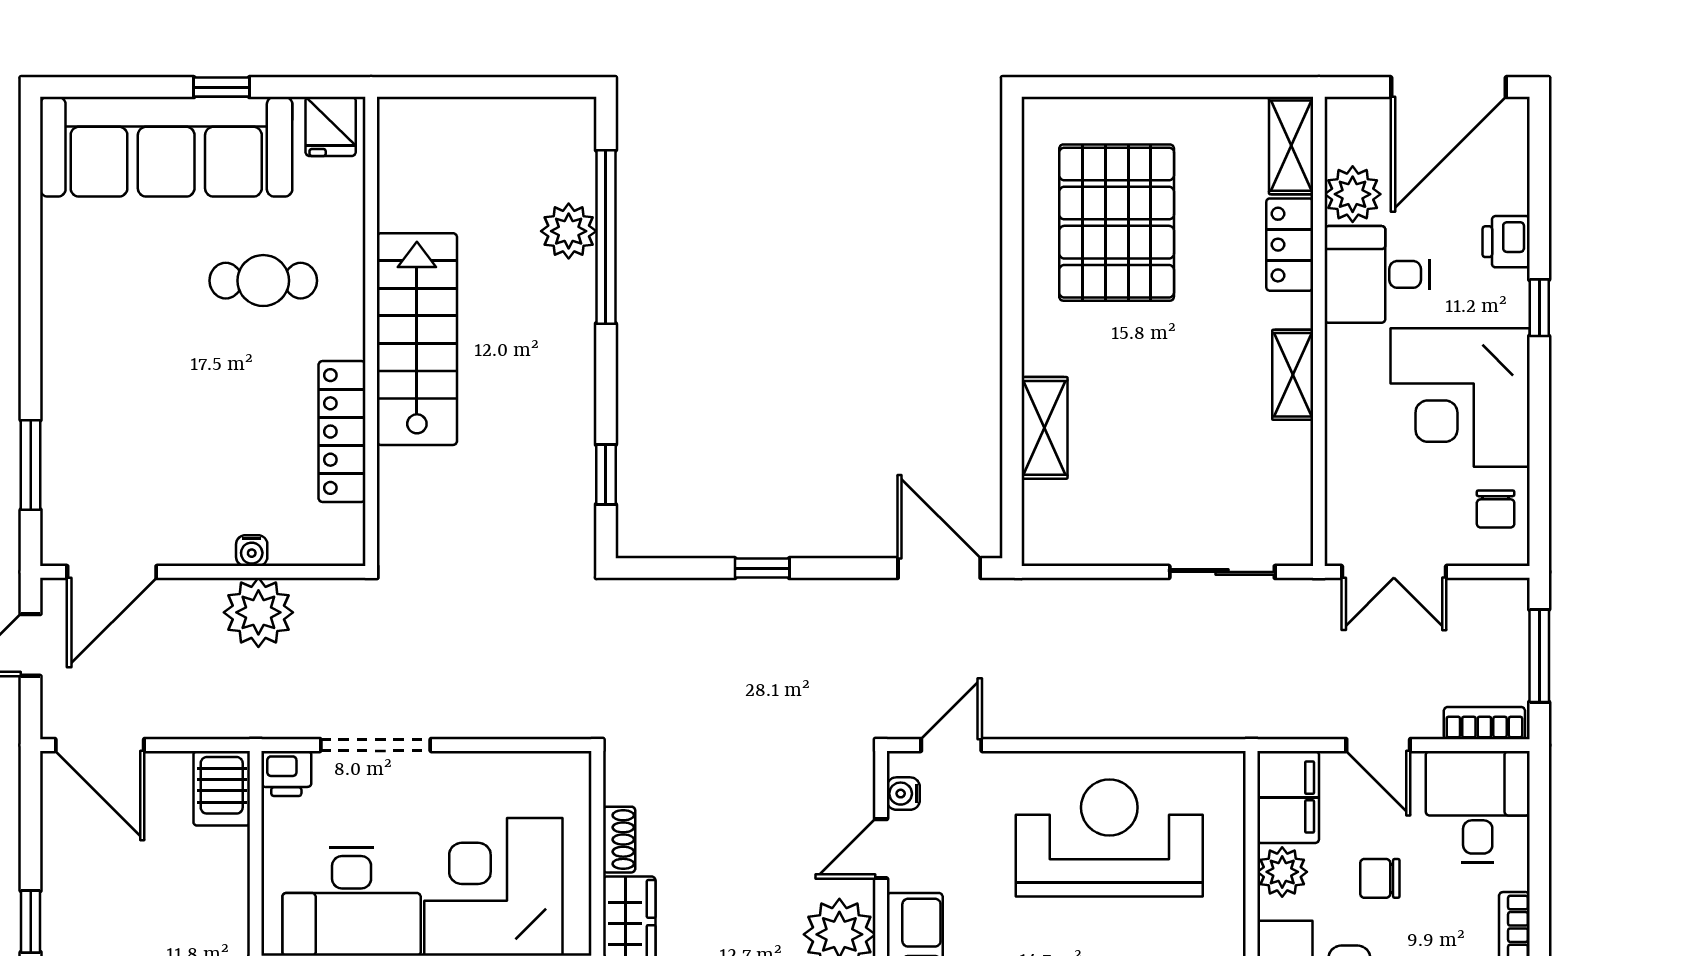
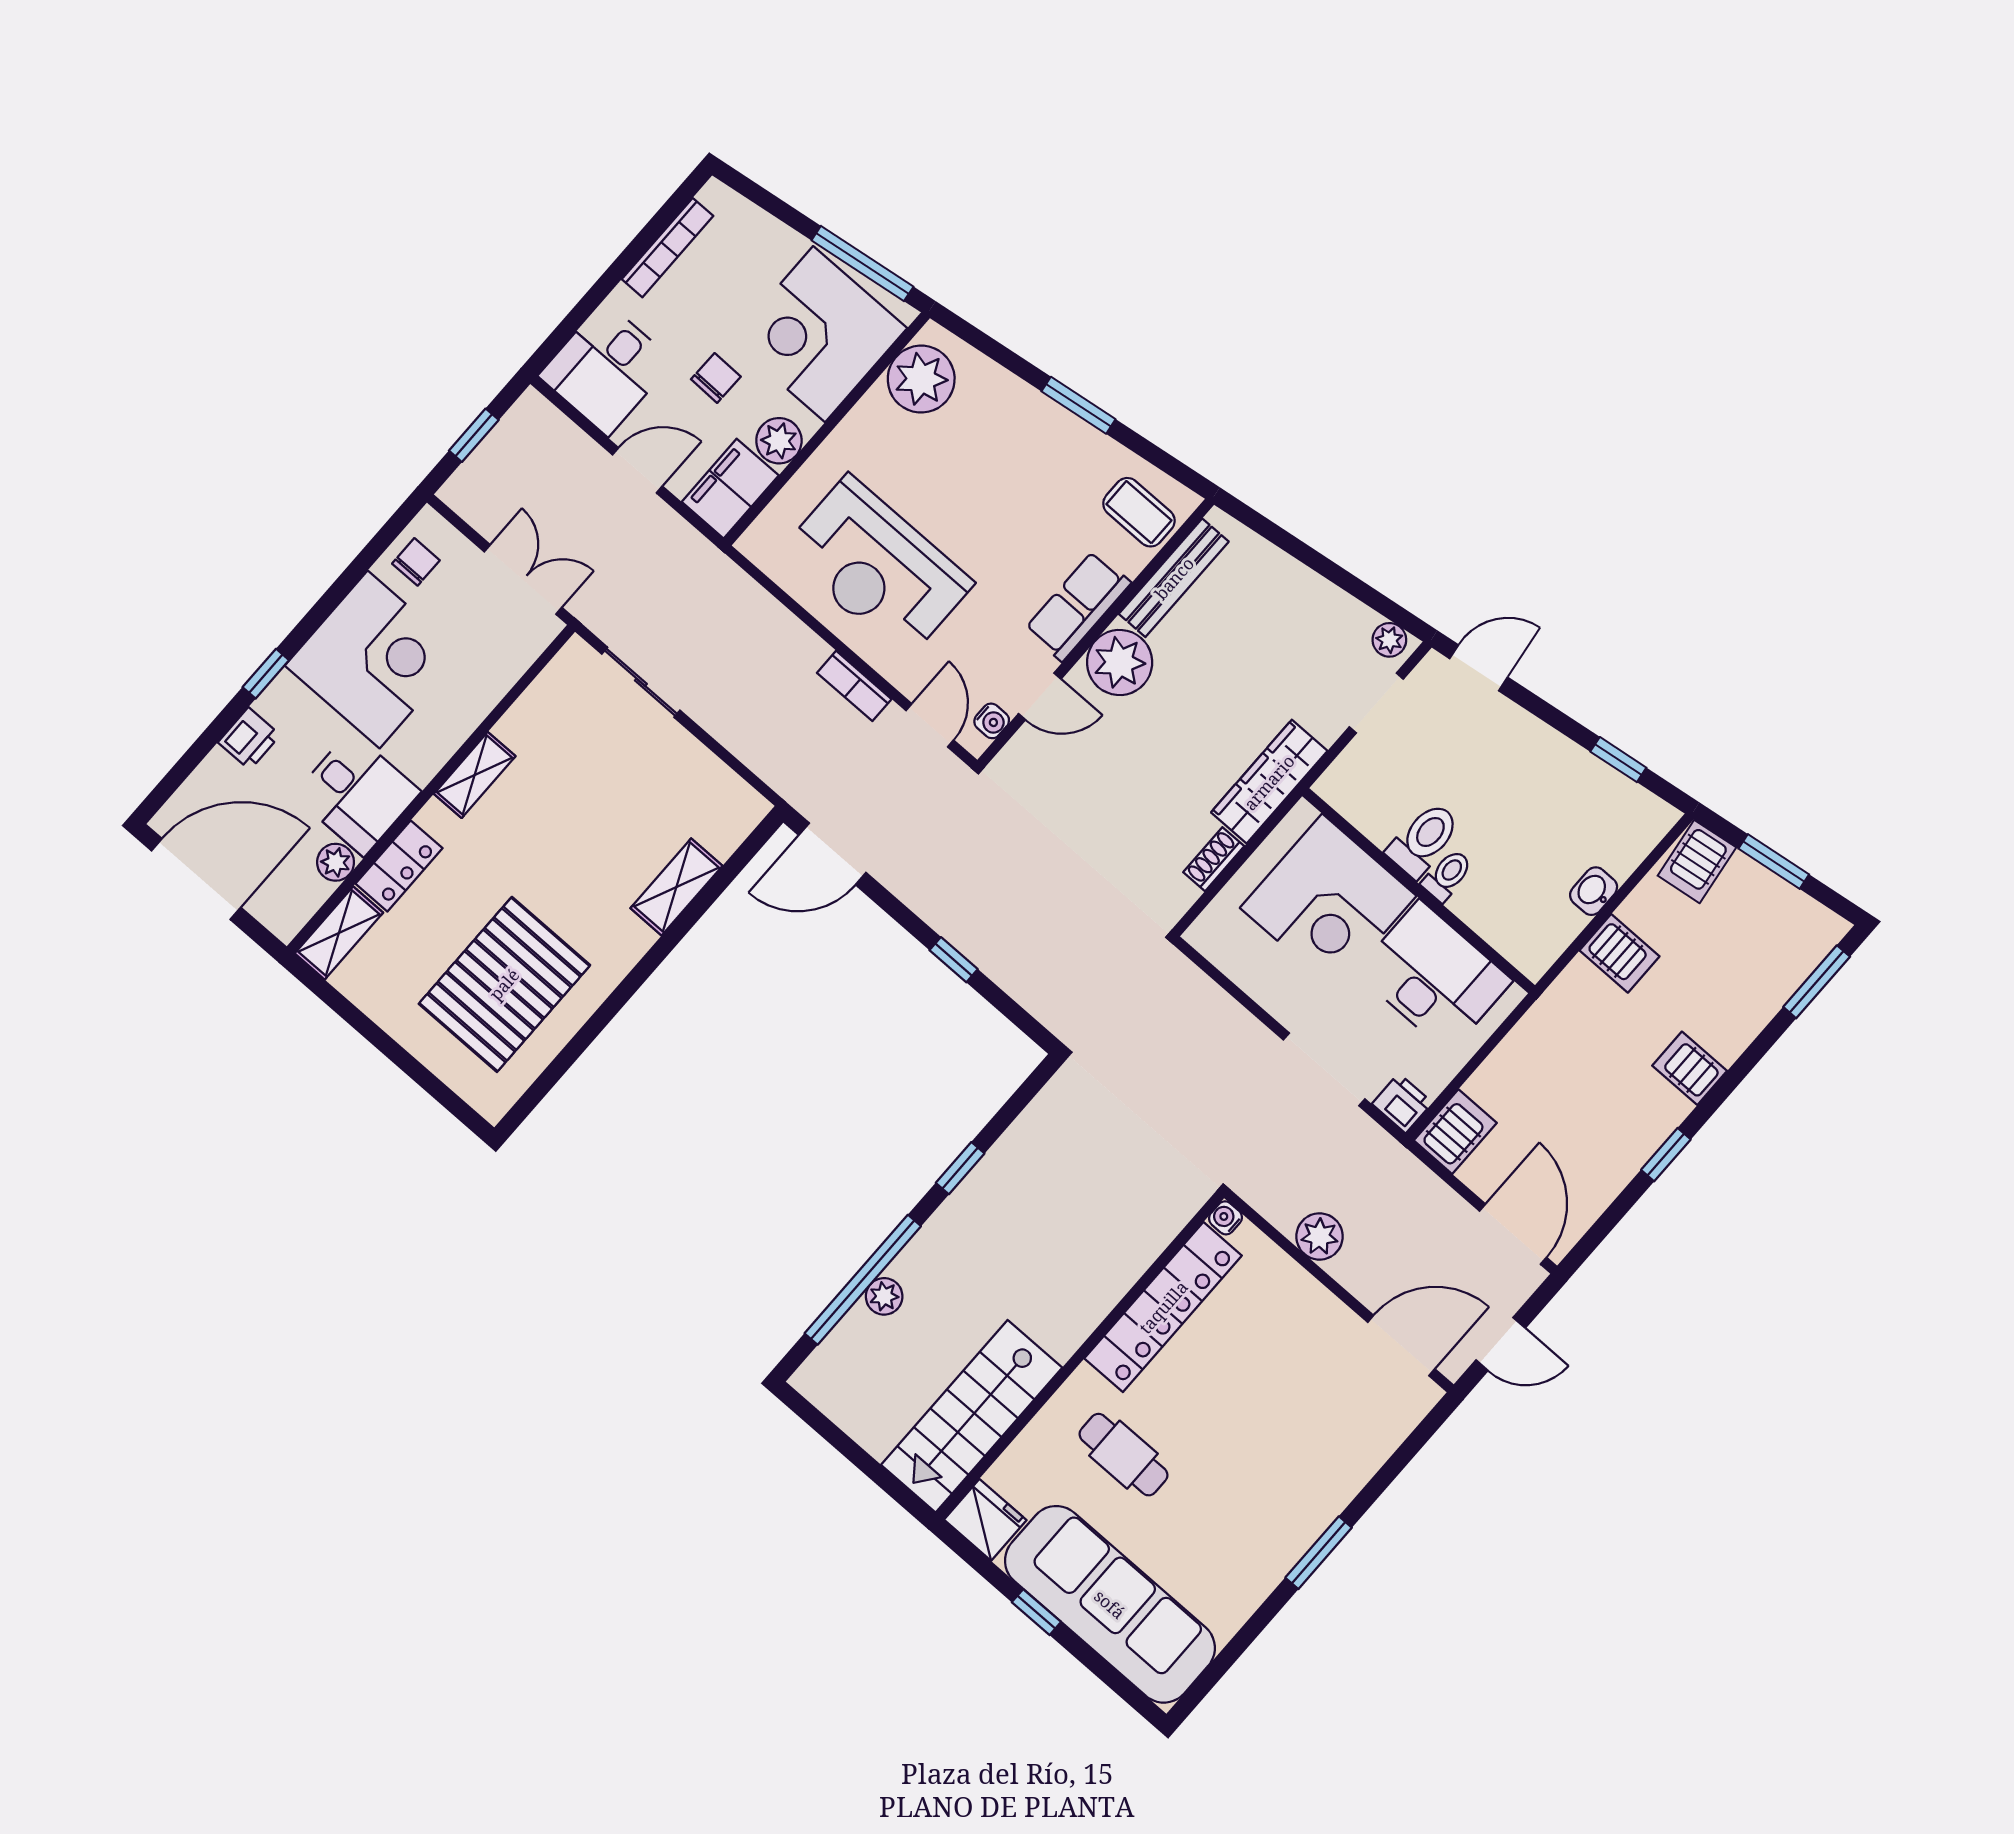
fridge: (331, 126) -> (985, 1520), width x1.38
plant: (1353, 194) -> (336, 862), width x0.73, depth x0.73
plant: (569, 231) -> (884, 1296), width x0.73, depth x0.73
stairs: (417, 339) -> (972, 1416), moved
locker: (342, 432) -> (1163, 1307), width x1.41, depth x1.21
window: (31, 465) -> (1319, 1553), moved
window: (606, 475) -> (960, 1168), moved
water cooler: (252, 551) -> (1226, 1218), moved, turned -90
door: (939, 568) -> (832, 854), hinge flipped
plant: (258, 612) -> (1320, 1236), width x0.73, depth x0.73
window: (1539, 656) -> (474, 435), width x0.67
bookcase: (1484, 723) -> (854, 686), moved
door: (951, 745) -> (930, 725), swing flipped
door: (1378, 745) -> (637, 470), hinge flipped
chair: (1380, 878) -> (716, 378), turned -89

